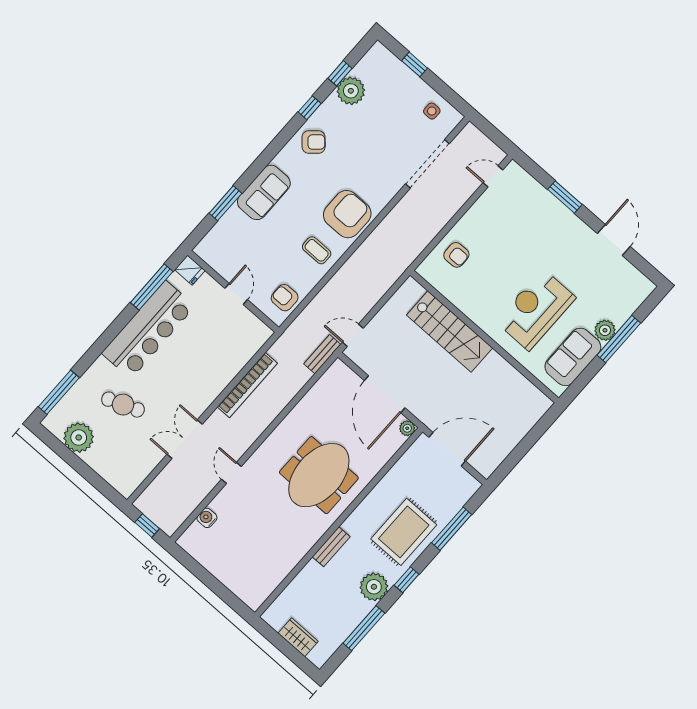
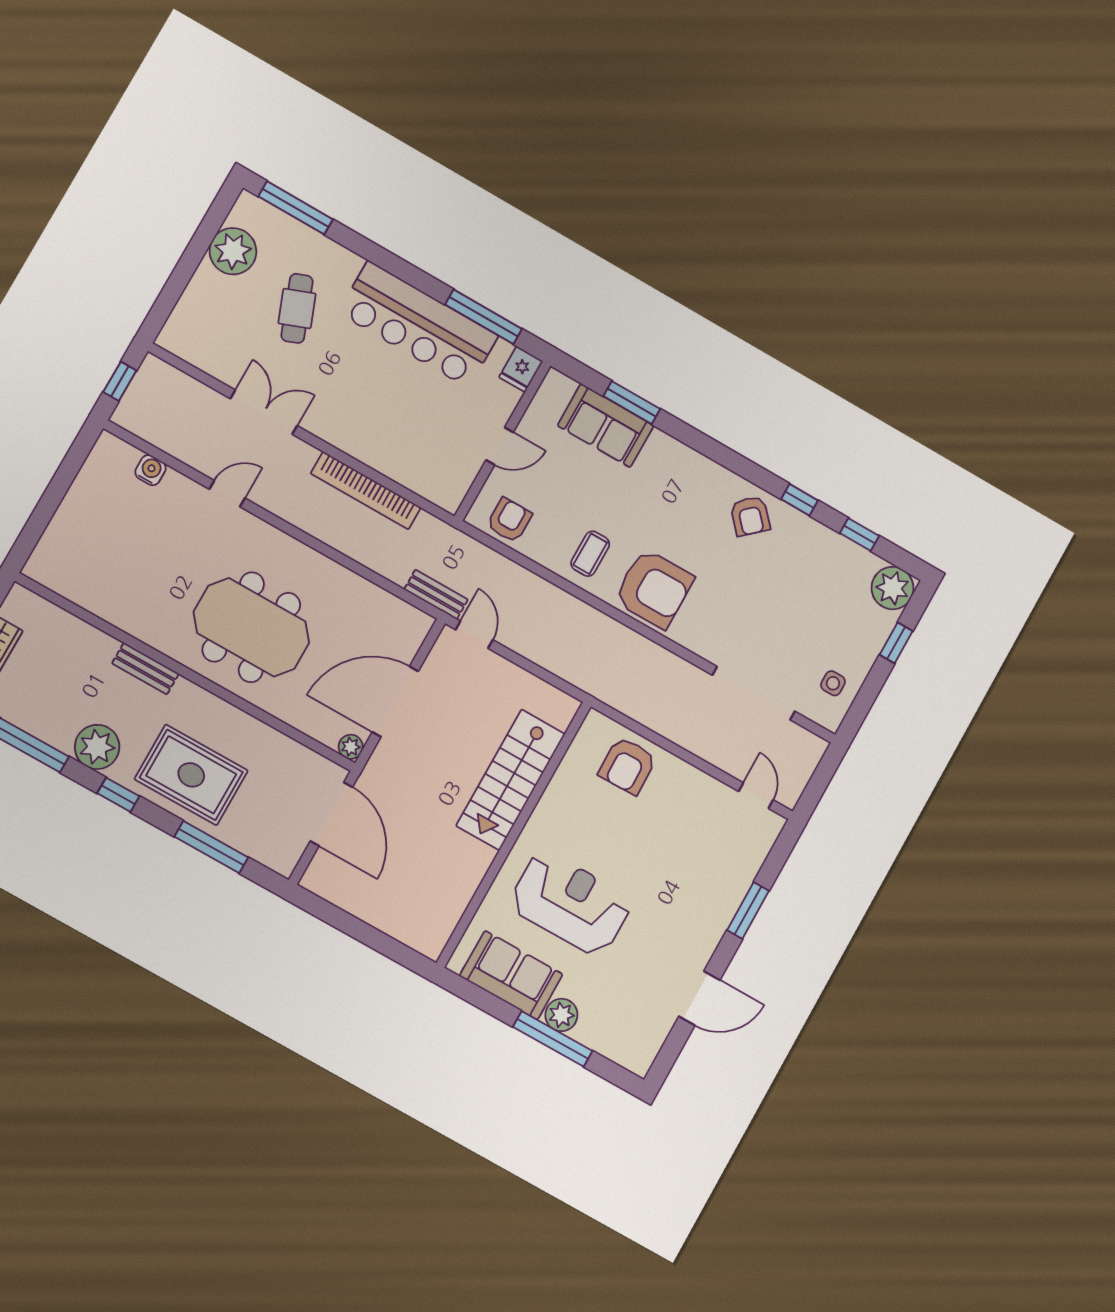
plant: (351, 91) -> (893, 588), moved
sofa: (264, 192) -> (606, 426), moved
armchair: (456, 255) -> (627, 766), width x1.38, depth x1.38

